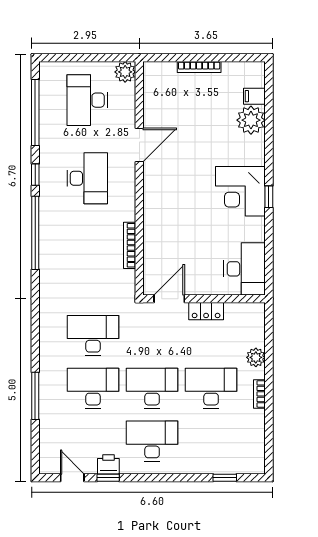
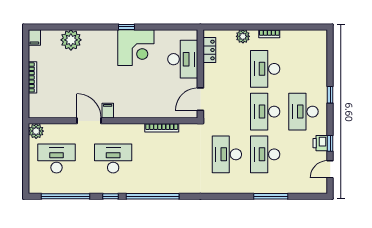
filing cabinet: (254, 96) -> (34, 37), moved
desk: (87, 100) -> (56, 159), turned 180
filing cabinet: (153, 171) -> (108, 111), added
corner desk: (240, 191) -> (136, 48), moved
desk: (245, 269) -> (183, 59), moved, turned 90
door: (169, 299) -> (200, 99), hinge flipped
locker: (206, 311) -> (209, 50), moved
window: (225, 478) -> (330, 95), moved

